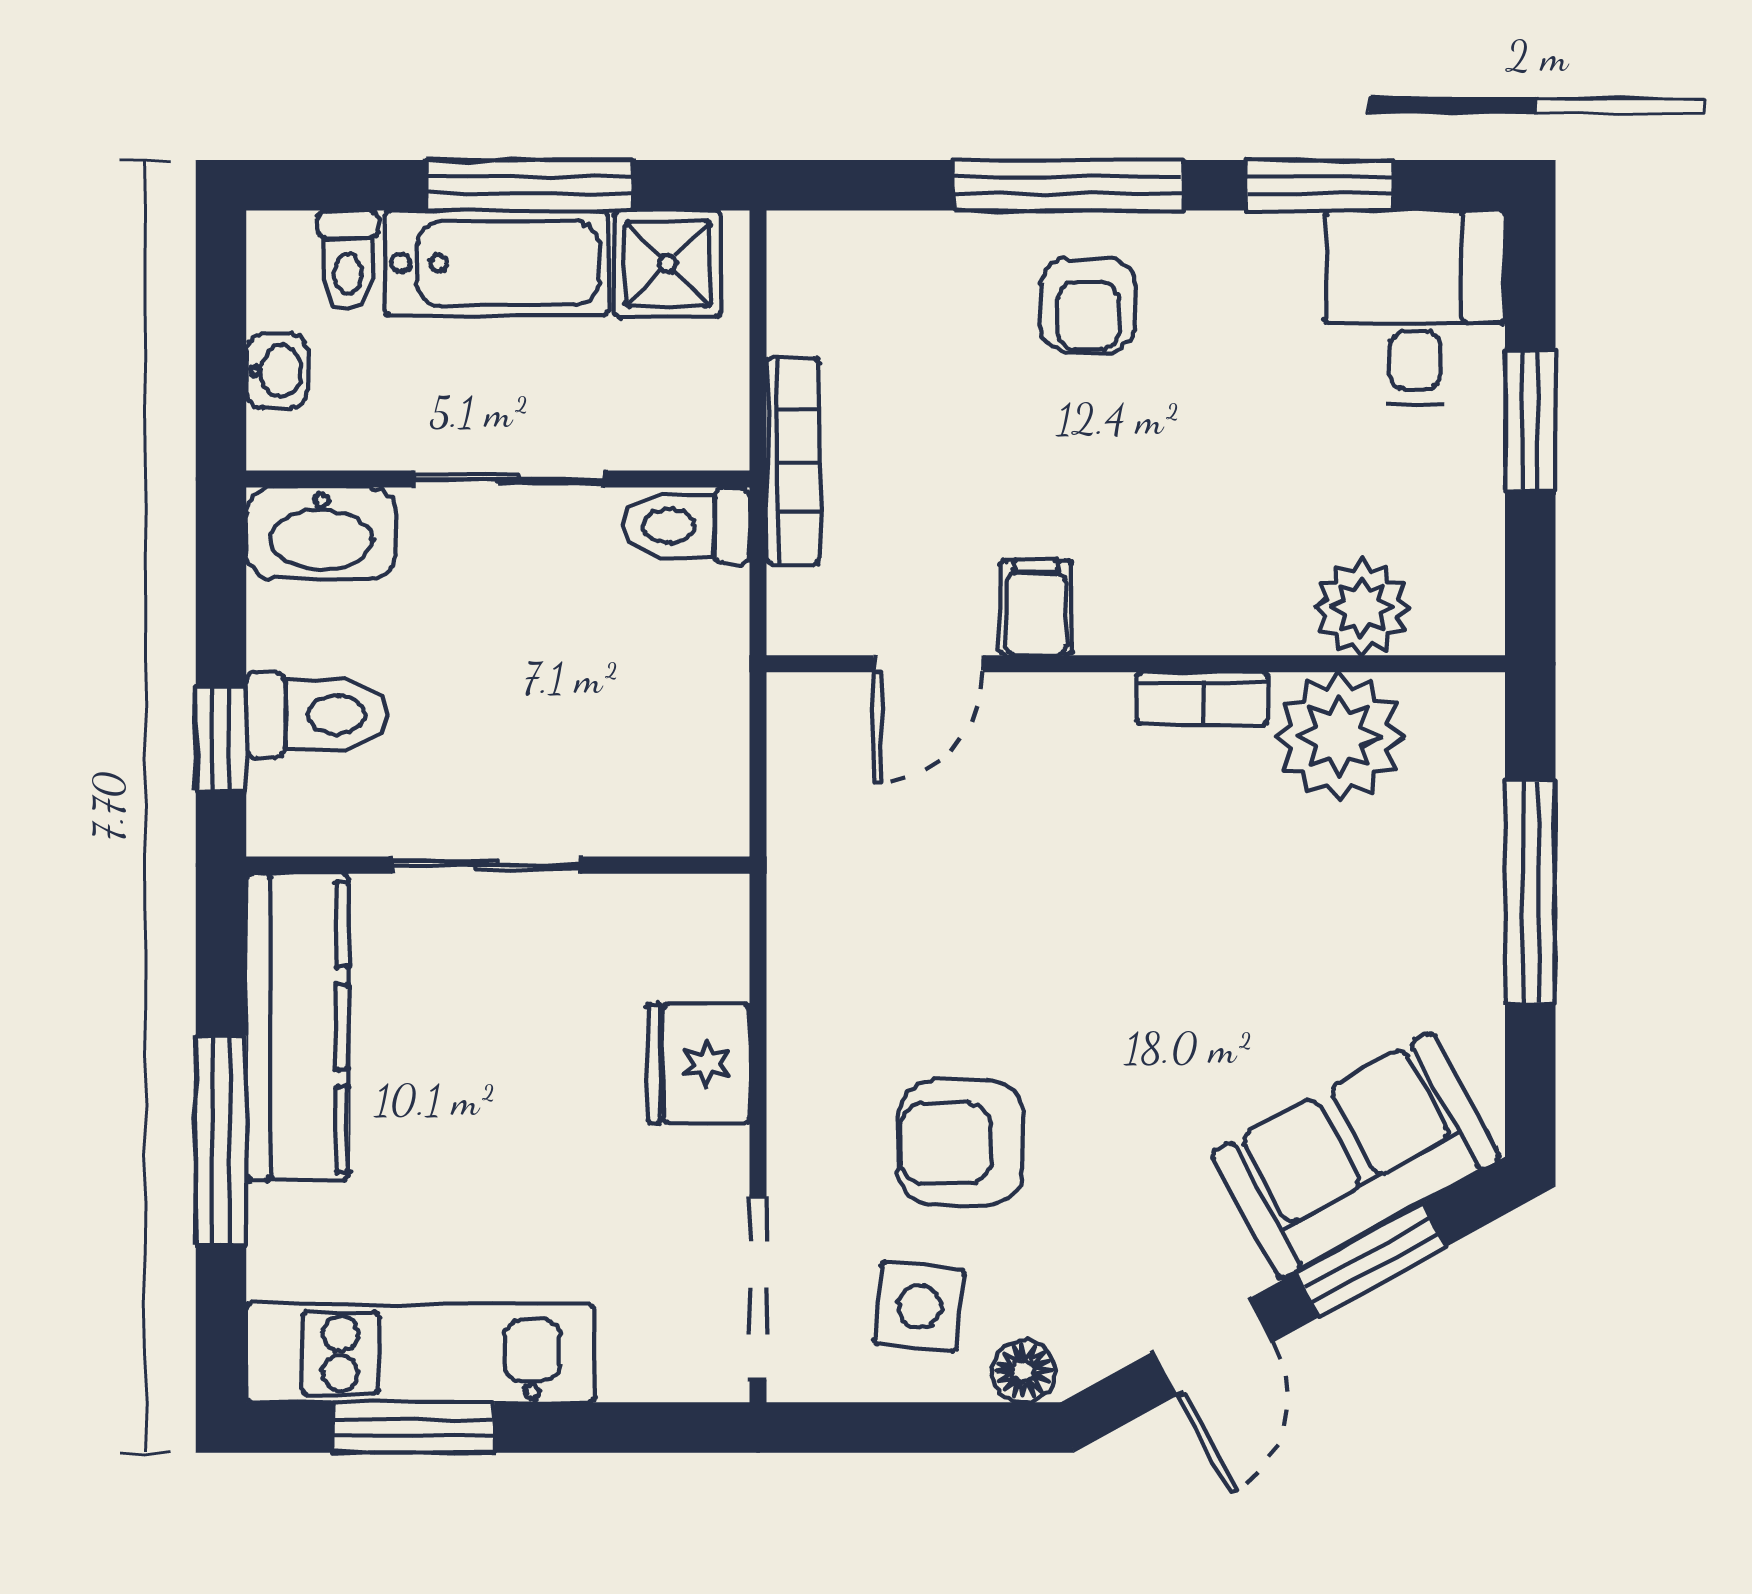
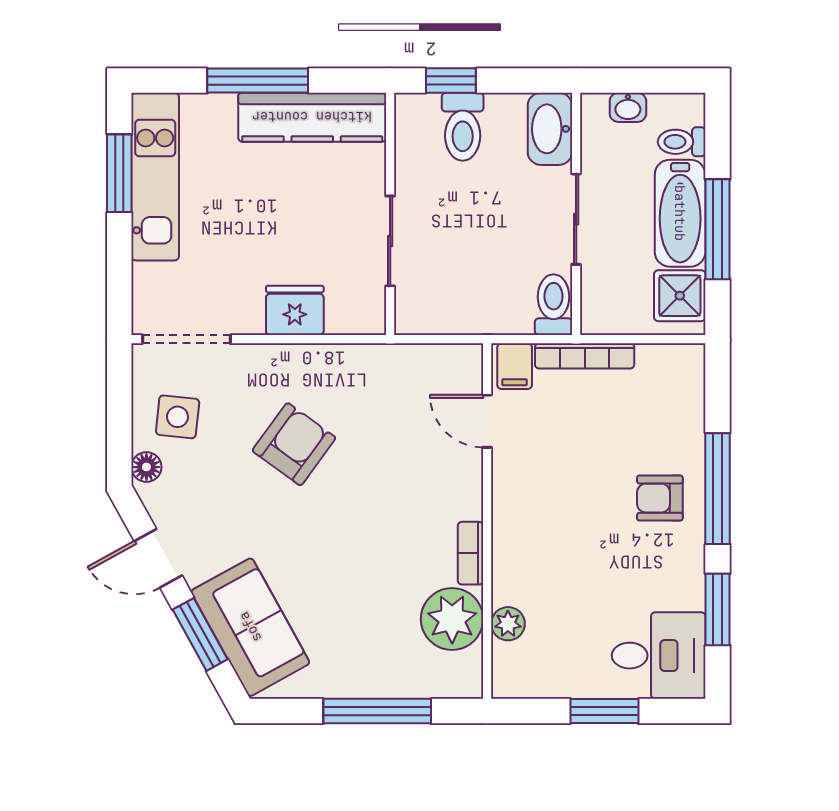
plant: (1362, 607) -> (508, 624), width x0.73, depth x0.73
filing cabinet: (1036, 608) -> (515, 366), moved, turned 90
sliding door: (486, 865) -> (390, 241), moved
armchair: (961, 1143) -> (294, 444), moved, turned 36

